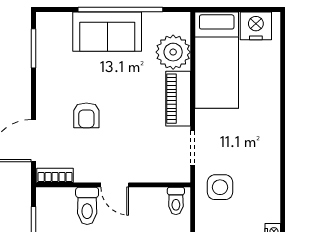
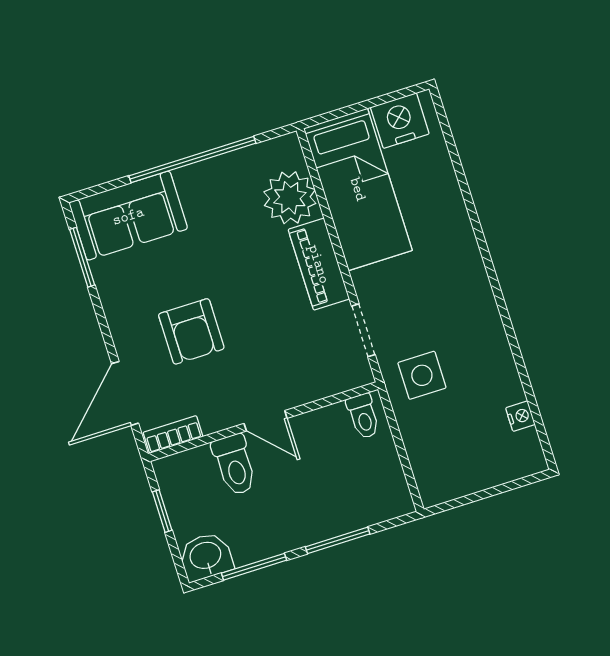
sofa: (107, 32) -> (128, 216), moved
armchair: (86, 115) -> (191, 331), width x1.38, depth x1.38

